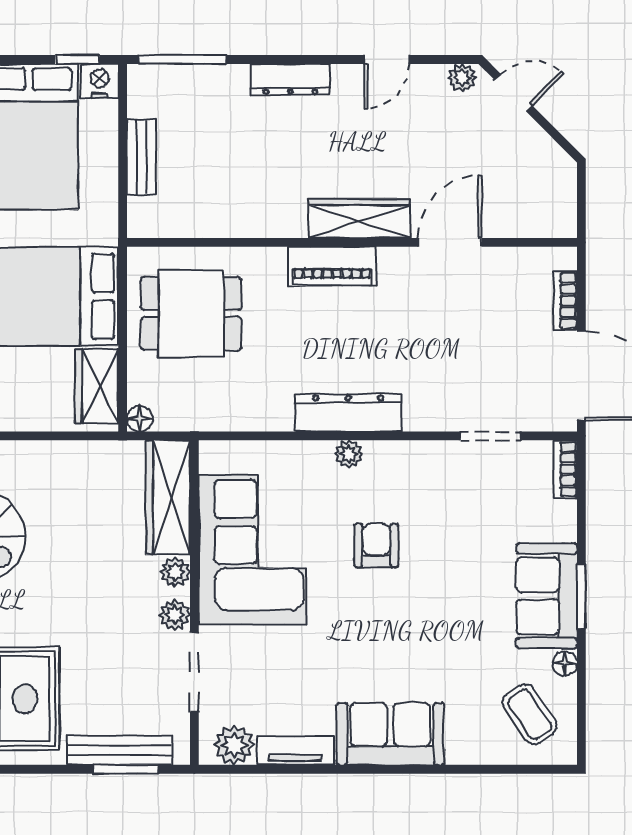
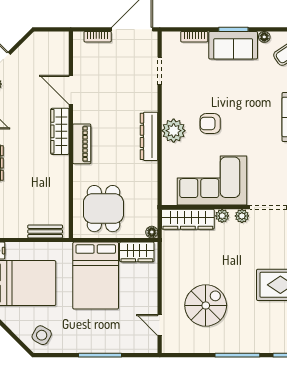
bench: (141, 157) -> (45, 231), moved
plant: (349, 454) -> (174, 131), width x1.88, depth x1.88
bookcase: (565, 469) -> (194, 37), moved

